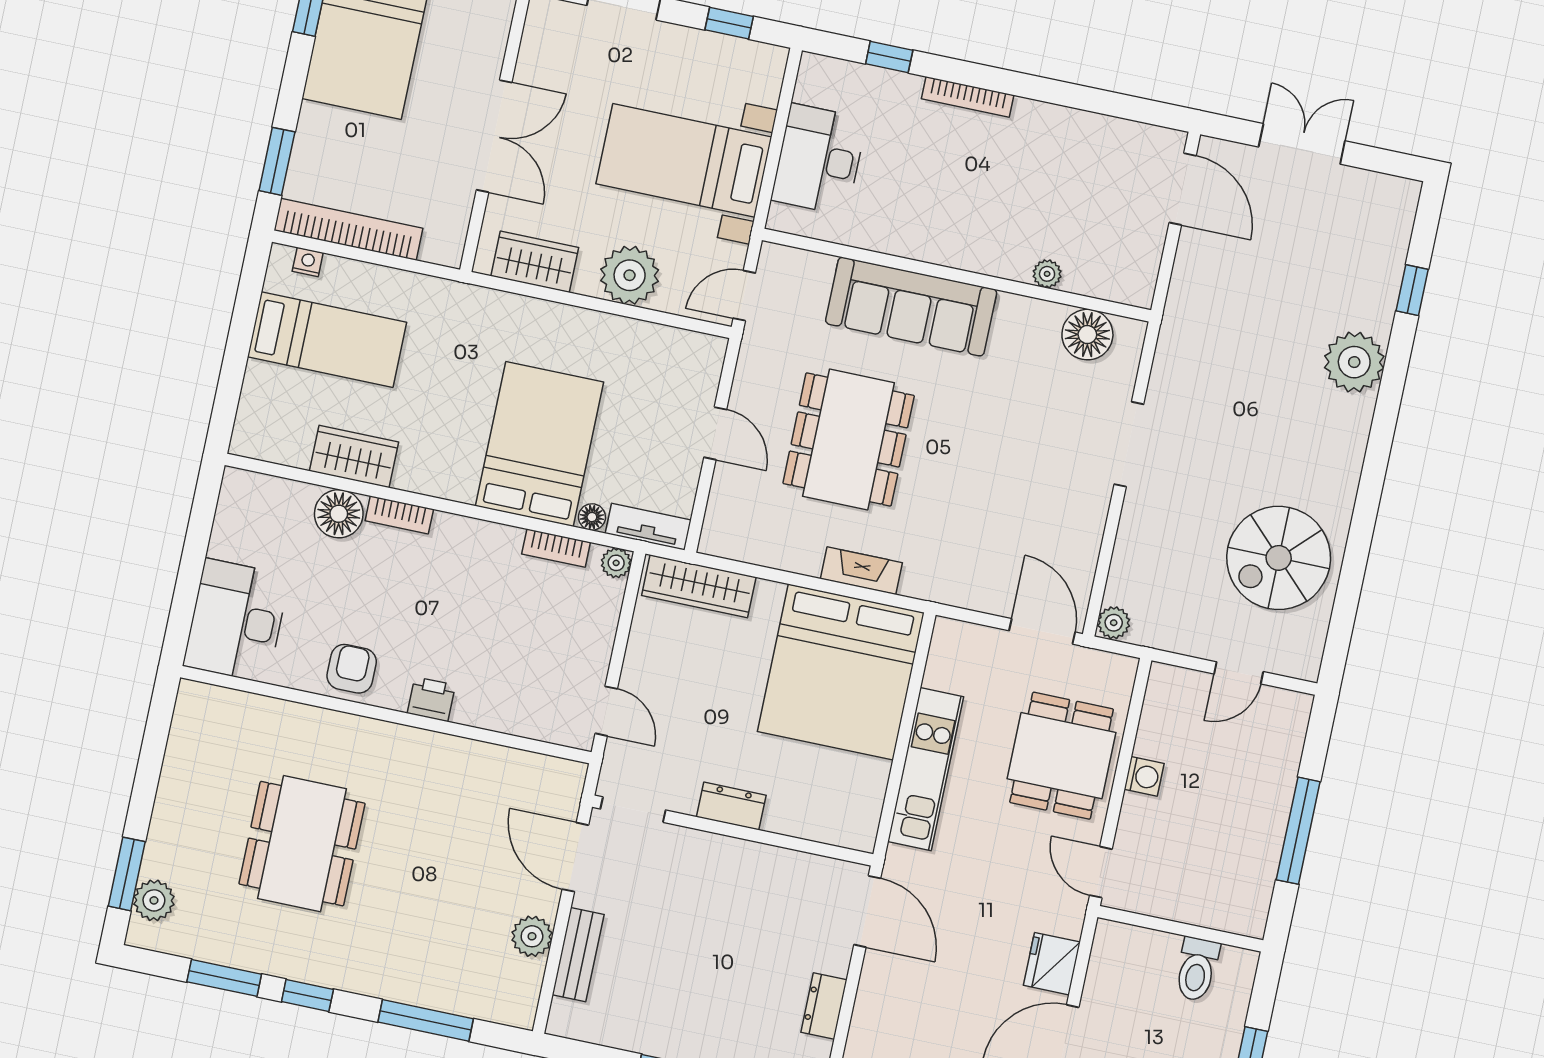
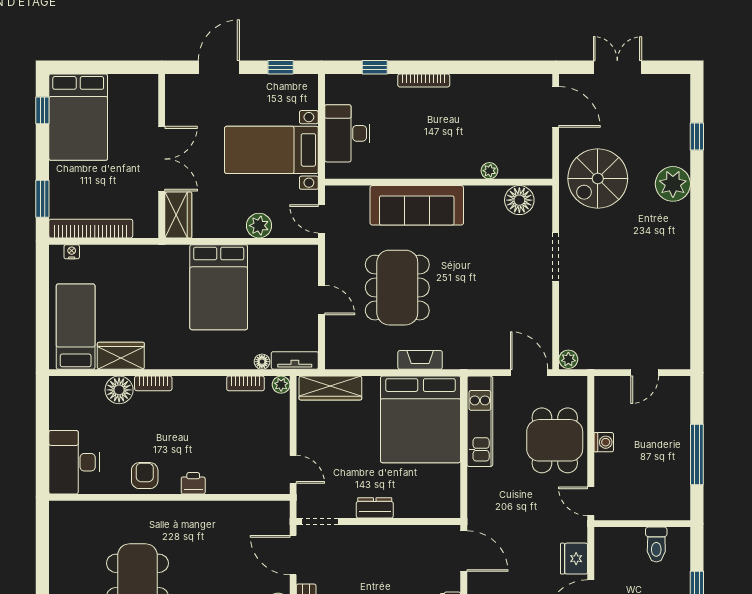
wardrobe: (535, 262) -> (178, 215), moved, turned 90
plant: (630, 275) -> (259, 226), width x0.73, depth x0.73
door: (744, 296) -> (321, 219), hinge flipped
bed: (327, 340) -> (76, 327), moved, turned -90
bed: (540, 444) -> (219, 287), moved, turned 180
spiral stairs: (1279, 558) -> (598, 178), moved
kitchen unit: (926, 769) -> (480, 421), moved

